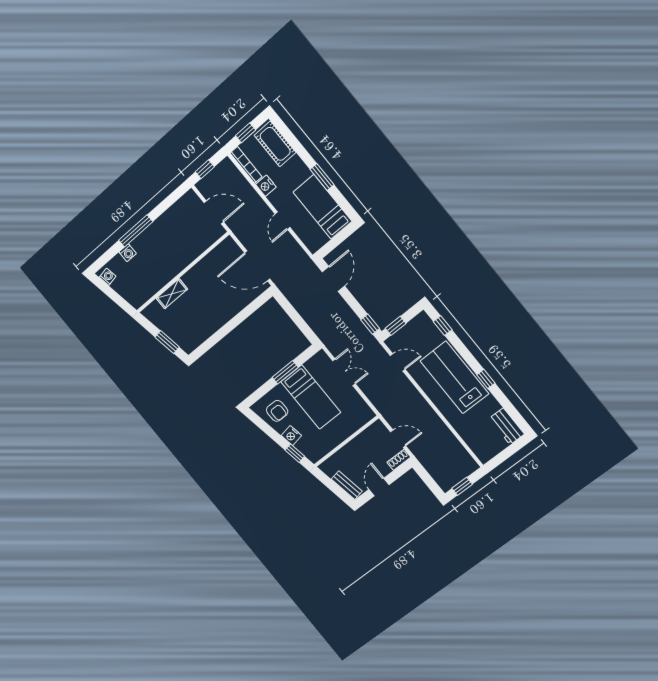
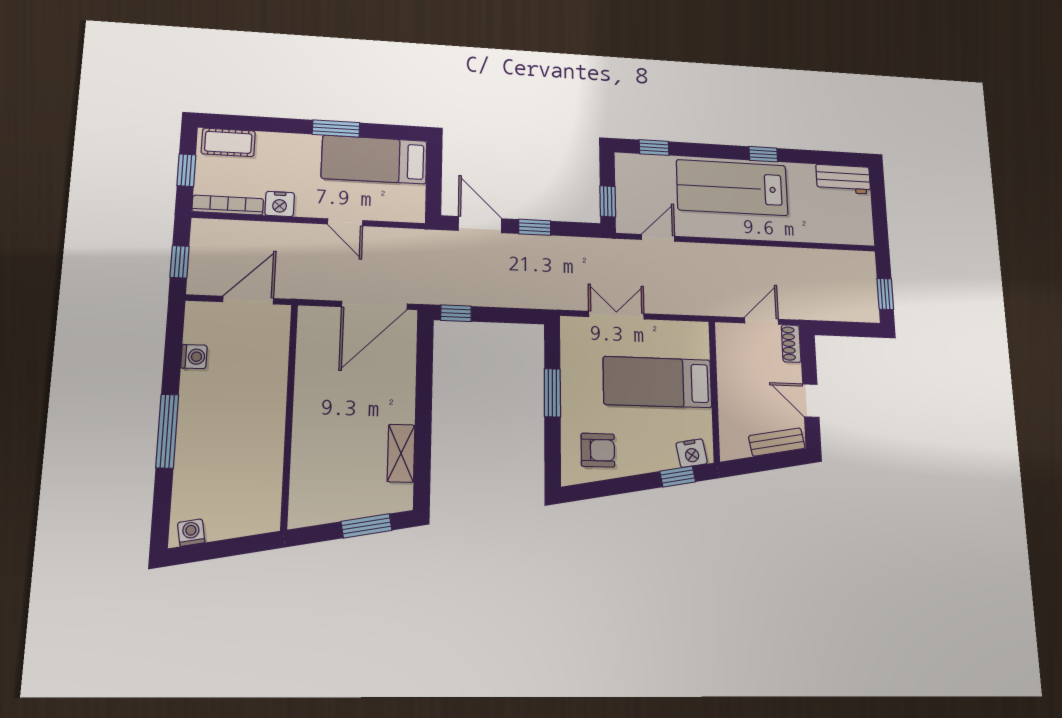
cot: (275, 144) -> (228, 142), width x0.73, depth x0.75
washing machine: (128, 253) -> (194, 357), moved
shelving: (172, 294) -> (401, 453), moved
window: (284, 303) -> (456, 313), added
window: (370, 324) -> (535, 227), moved
bed: (311, 397) -> (657, 382), moved, turned 180
nightstand: (291, 436) -> (692, 453), moved

